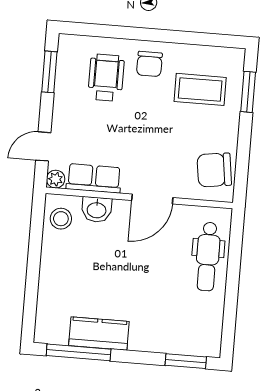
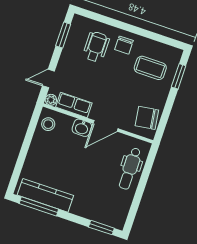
washbasin: (97, 210) -> (82, 128), moved
kitchen counter: (99, 334) -> (45, 195), width x1.50

